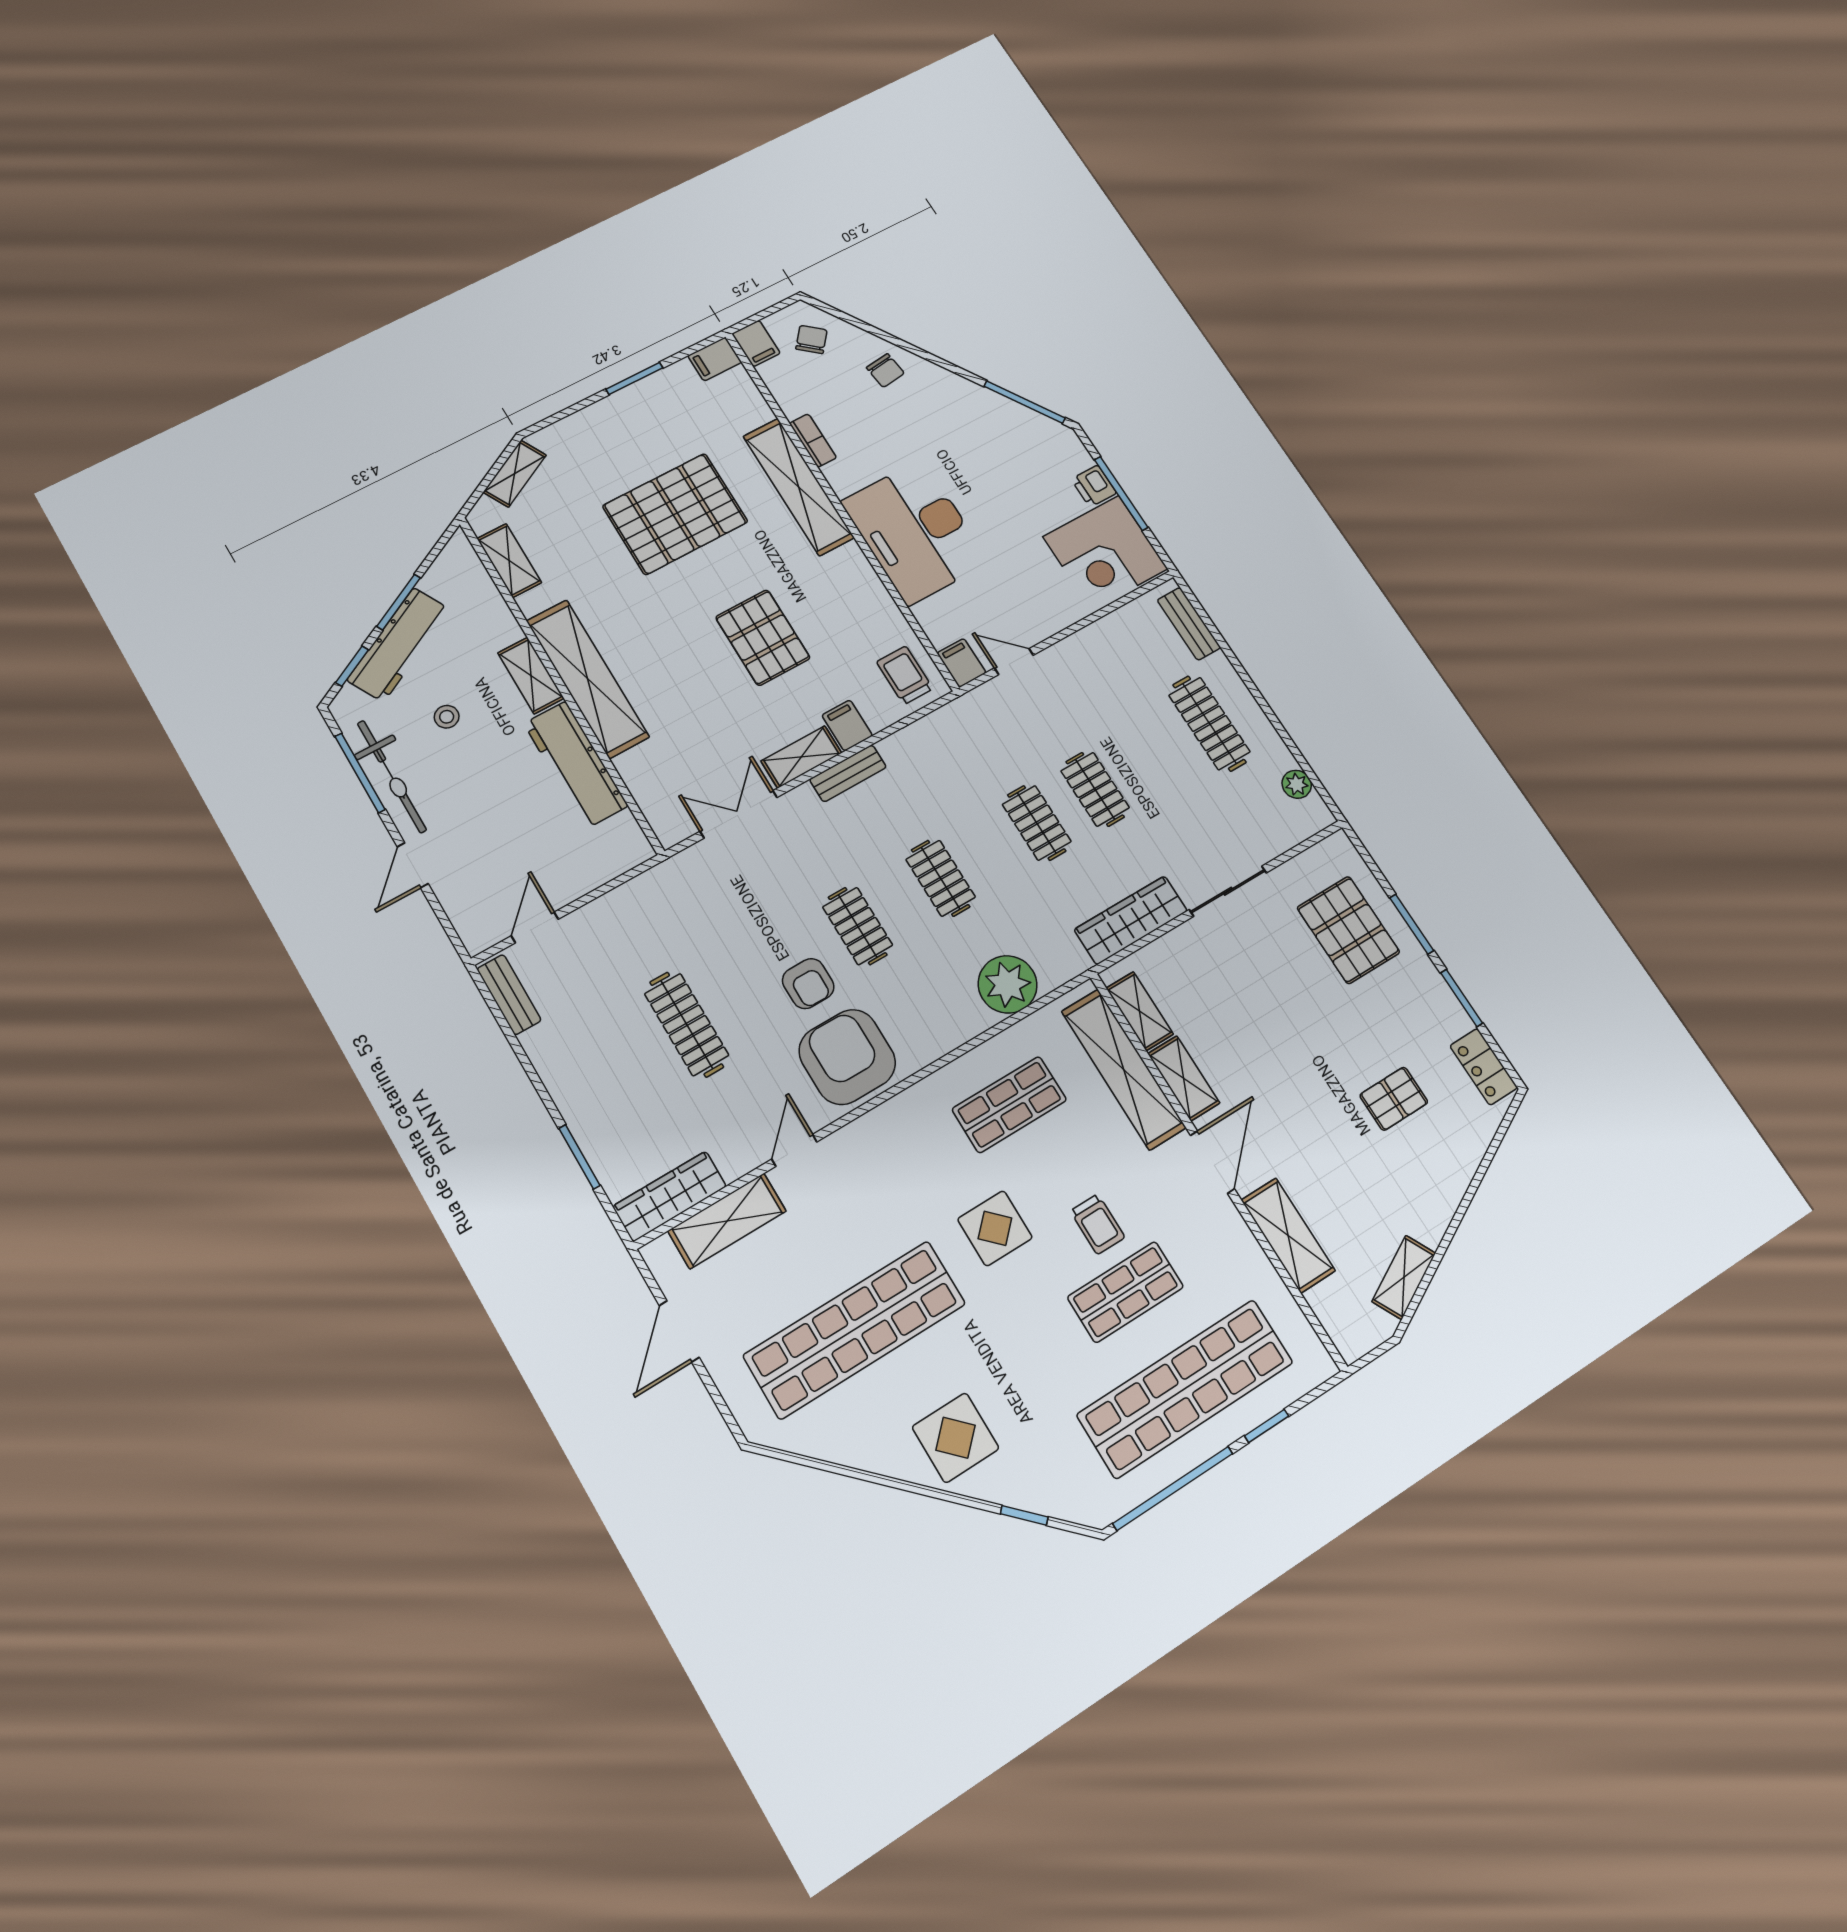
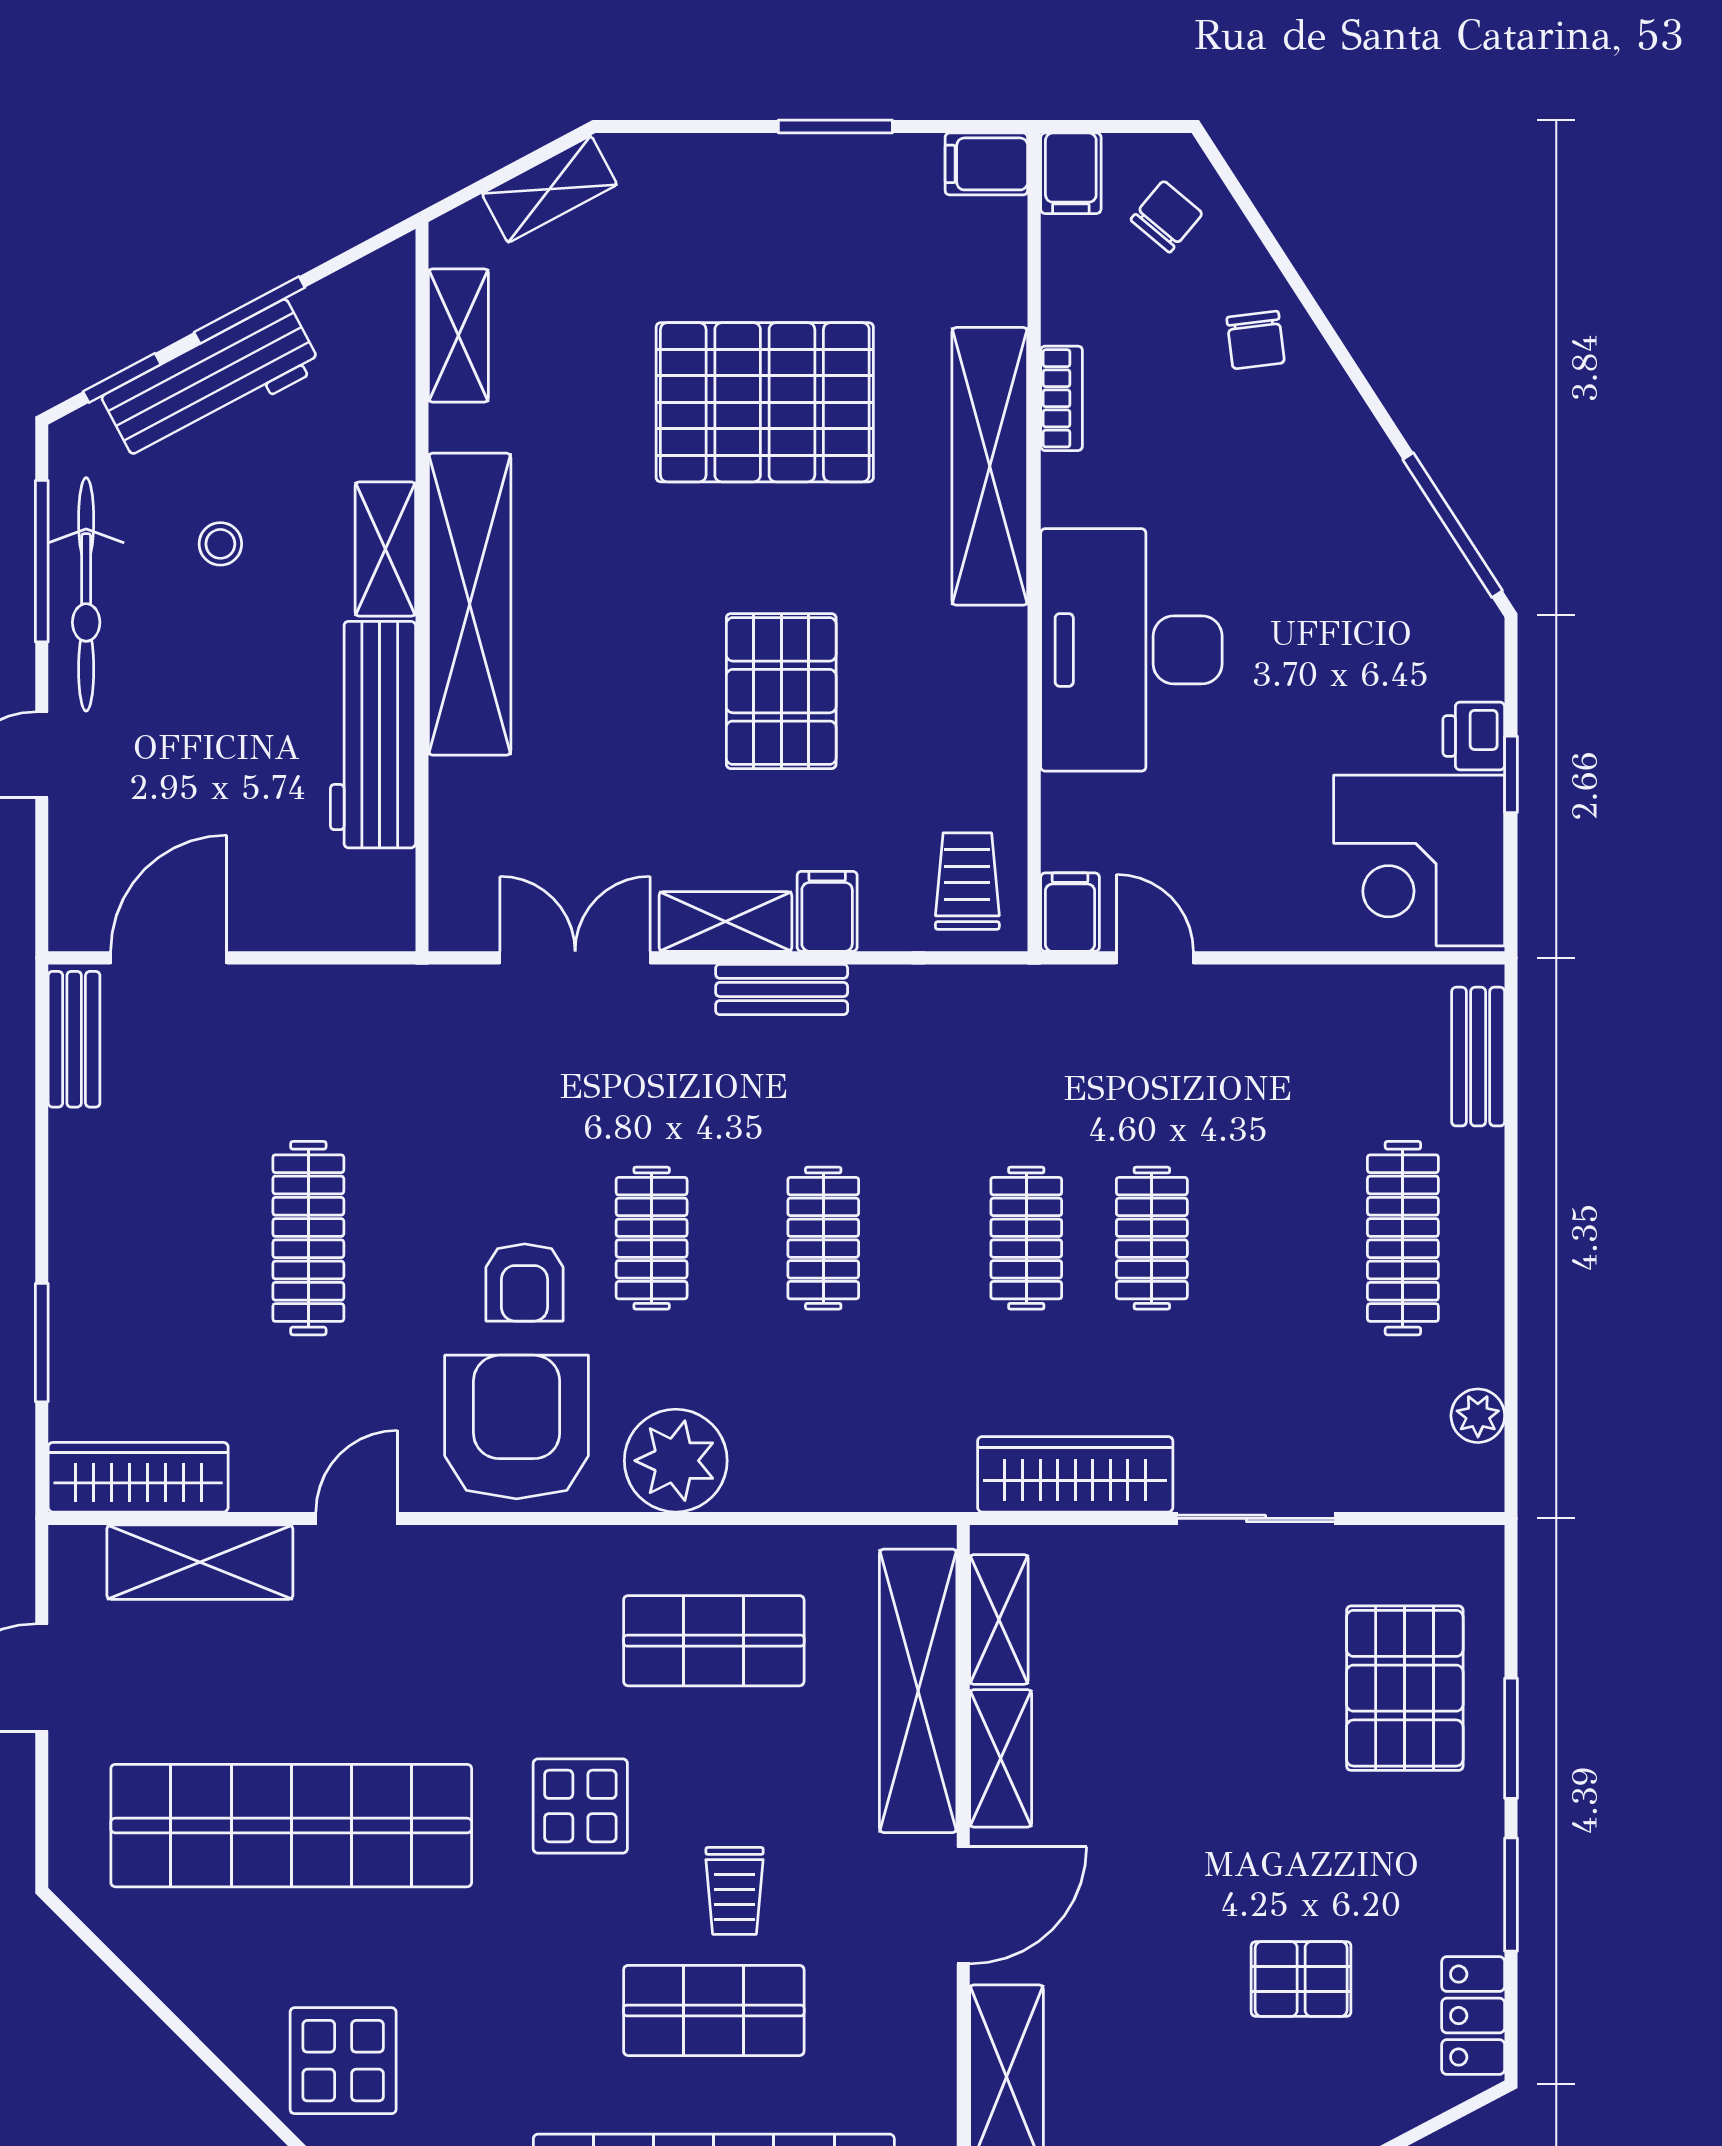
window: (1121, 494) -> (1511, 774), width x0.46
door: (535, 927) -> (169, 958), width x1.38
plant: (1008, 984) -> (676, 1461), moved

